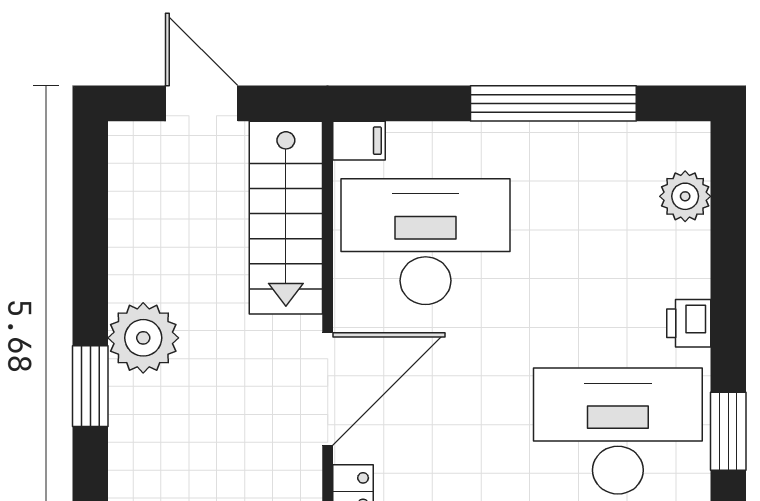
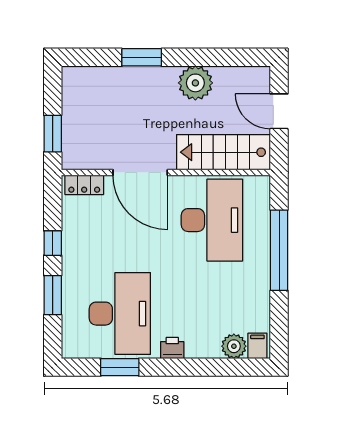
door: (202, 103) -> (279, 111), swing flipped
window: (553, 103) -> (279, 250), moved
filing cabinet: (359, 141) -> (257, 346), moved, turned 180
plant: (143, 338) -> (195, 83), moved

